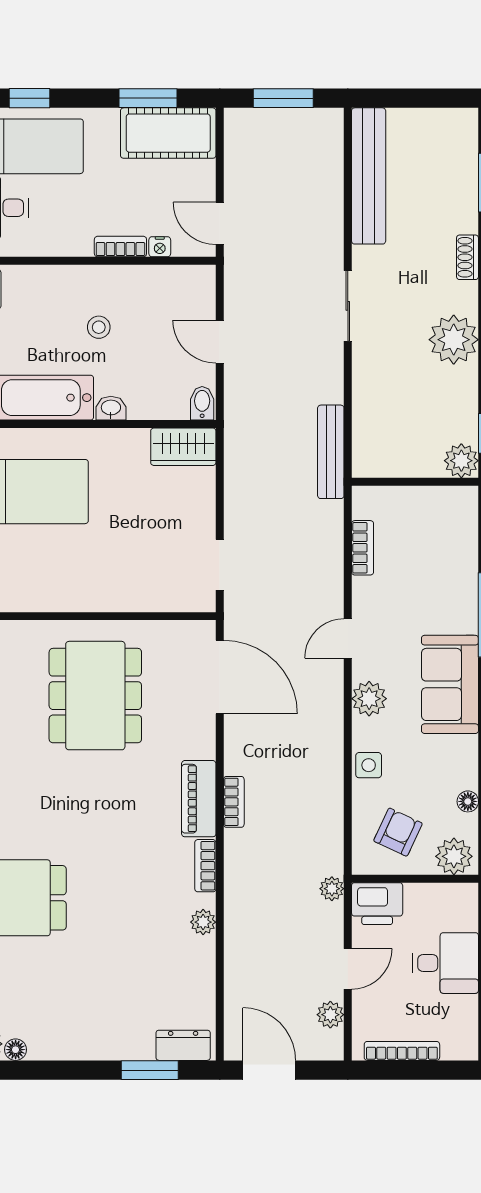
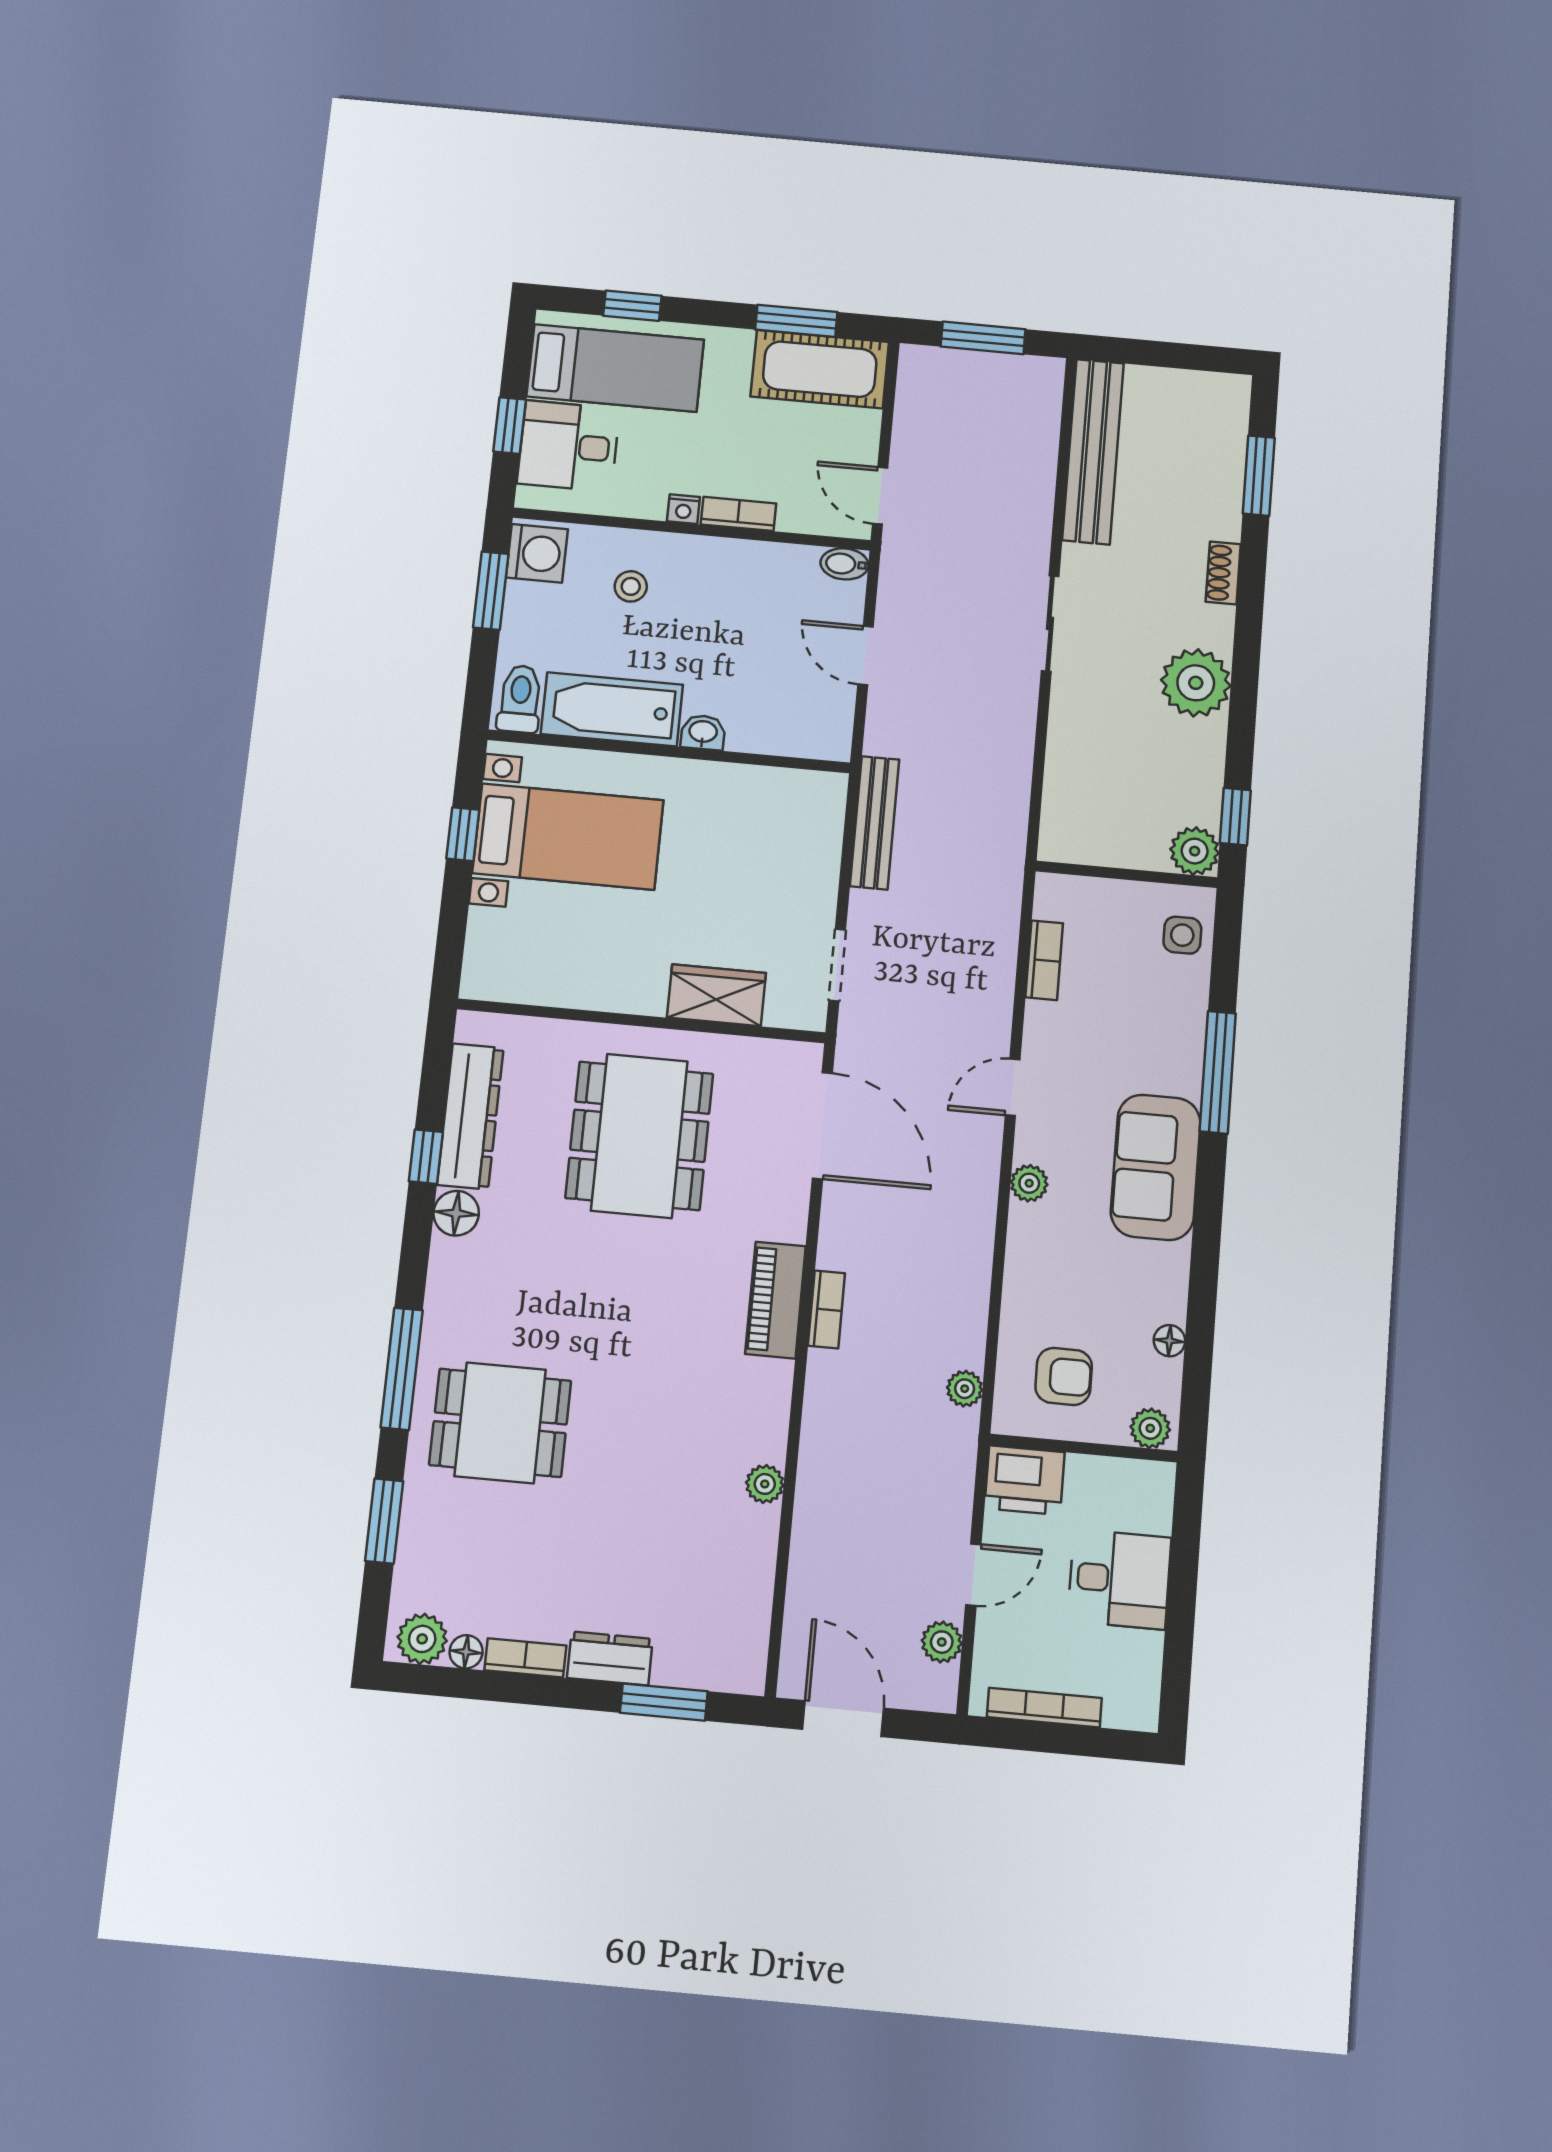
nightstand: (160, 247) -> (683, 509), moved
stool: (99, 327) -> (631, 586), moved
bidet: (202, 403) -> (844, 564), moved, turned -90
wardrobe: (183, 447) -> (716, 995), moved, turned 180
bench: (331, 452) -> (875, 823), moved
plant: (369, 699) -> (1029, 1183), width x0.73, depth x0.73
side table: (369, 765) -> (1182, 935), moved
armchair: (398, 832) -> (1064, 1376), turned 65
plant: (454, 856) -> (1150, 1428), width x0.73, depth x0.73
bookcase: (205, 866) -> (525, 1658), moved, turned 90
plant: (332, 889) -> (965, 1389), moved
dresser: (183, 1045) -> (610, 1658), moved

